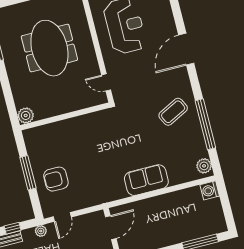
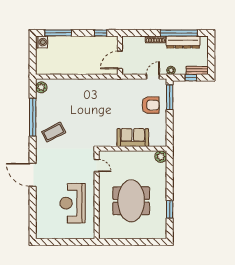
door: (186, 49) -> (33, 175), swing flipped
window: (28, 173) -> (170, 97), moved
sofa: (146, 180) -> (133, 138), moved, turned 180
washing machine: (210, 190) -> (42, 42), moved

